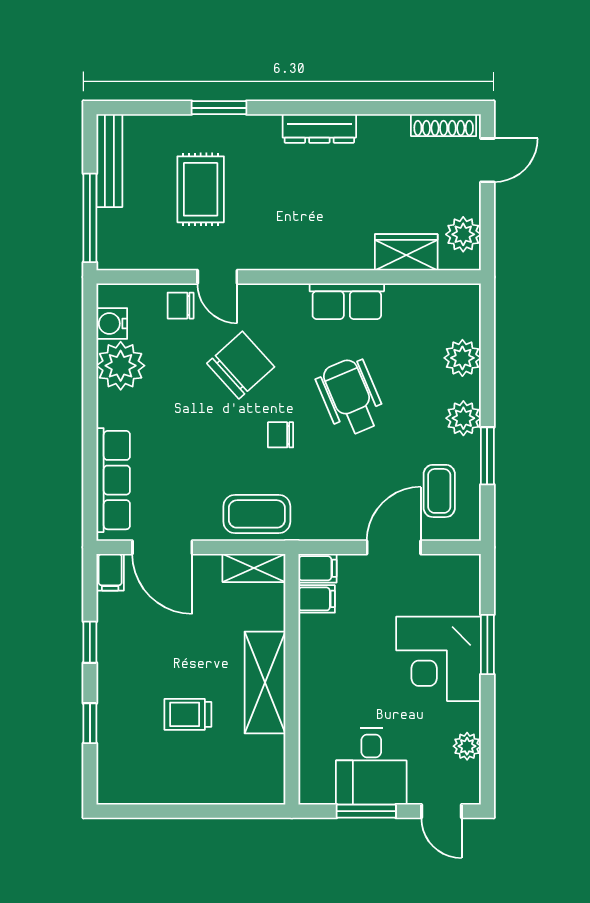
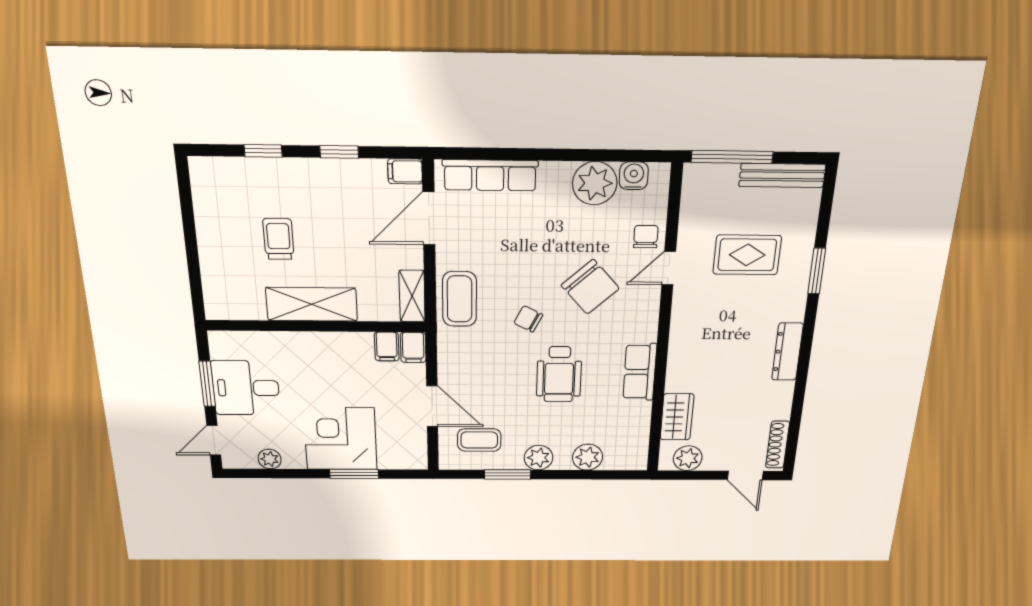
wheelchair: (351, 397) -> (559, 374), turned 113
chair: (281, 435) -> (528, 319), turned -63

